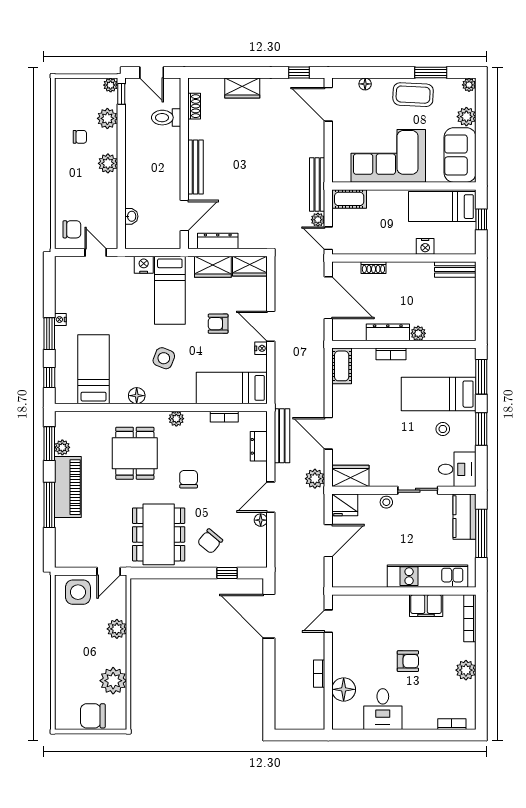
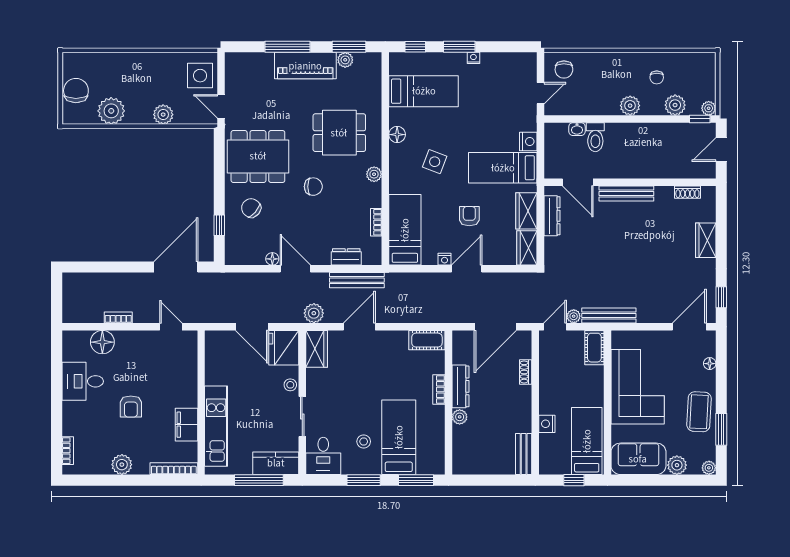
toilet: (166, 118) -> (595, 137), moved, turned 180
fridge: (345, 505) -> (284, 348), width x1.36, depth x1.34

